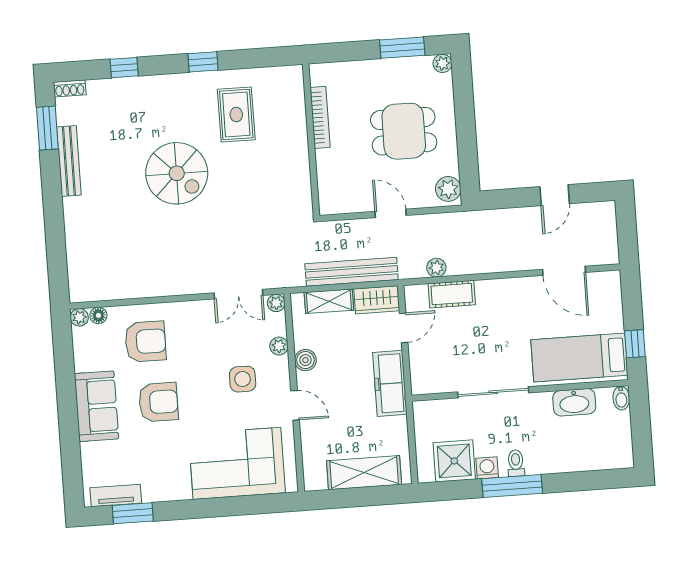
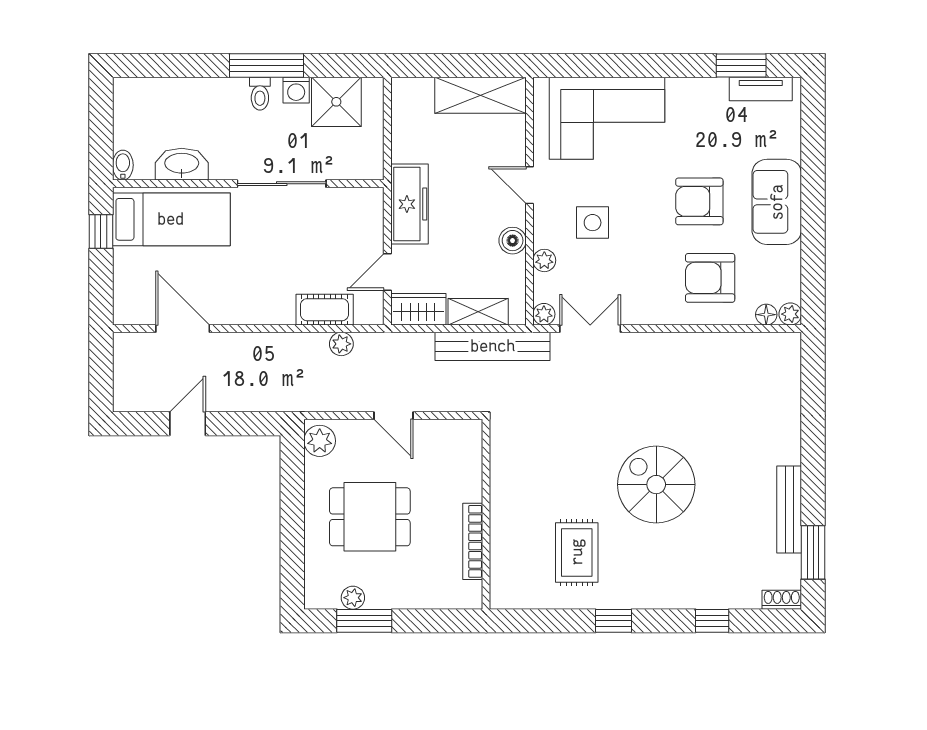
plant: (442, 63) -> (353, 598), moved
bench: (352, 272) -> (493, 346), moved
shelving: (364, 473) -> (480, 95), moved

